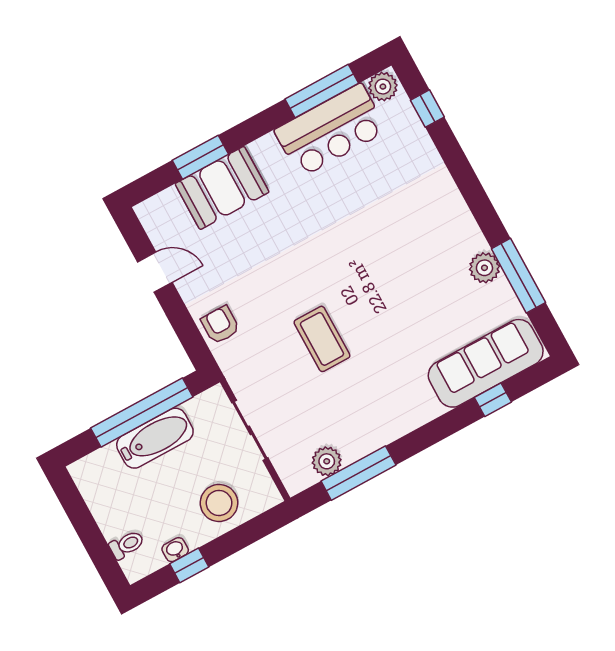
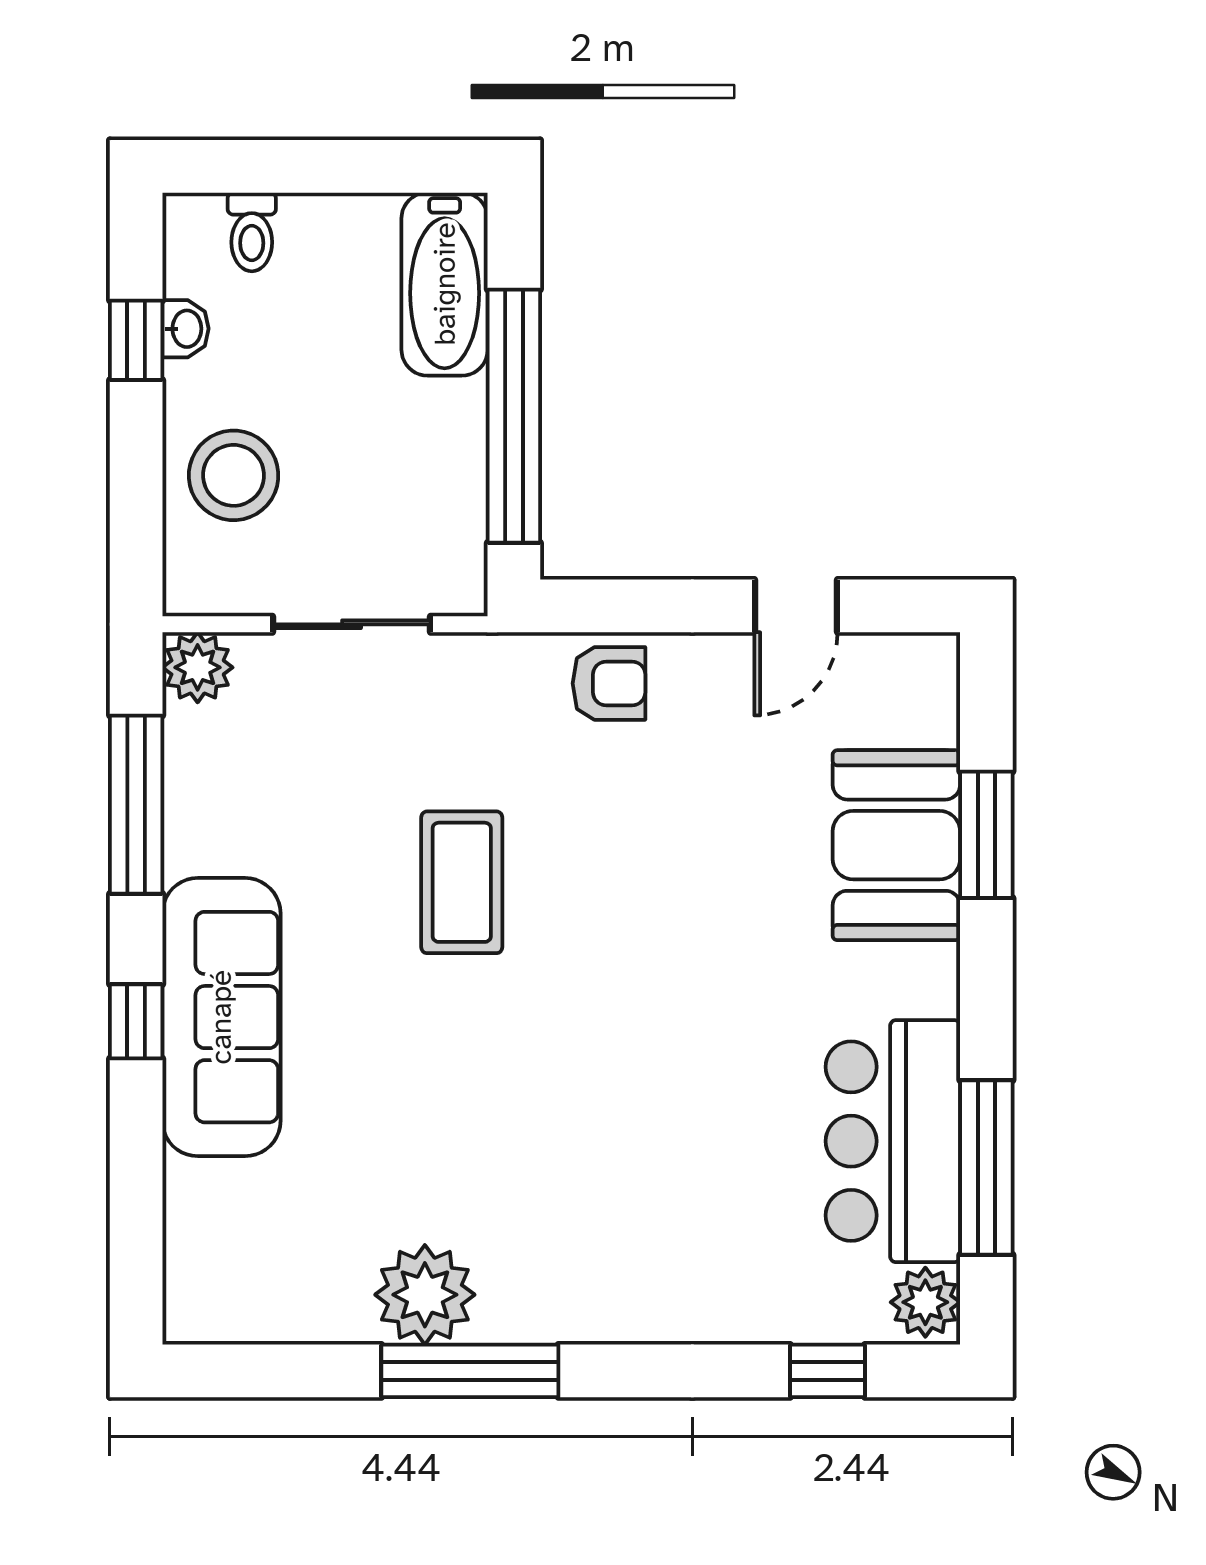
plant: (484, 268) -> (425, 1295), width x1.36, depth x1.36
window: (518, 276) -> (470, 1371), moved
coffee table: (322, 339) -> (462, 882), turned 90
sofa: (486, 363) -> (221, 1017), moved
window: (493, 400) -> (136, 1021), moved
bathtub: (155, 438) -> (445, 284), moved
plant: (327, 461) -> (198, 667), moved

